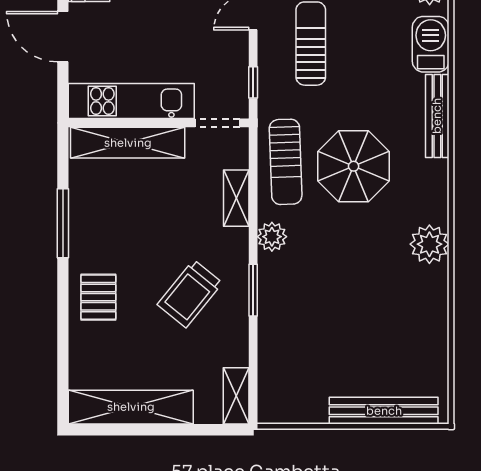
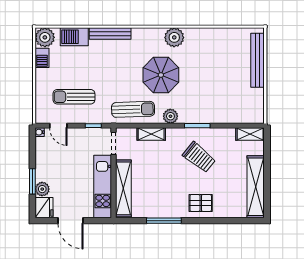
door: (63, 37) -> (70, 221), hinge flipped
parasol: (354, 166) -> (161, 75), moved

